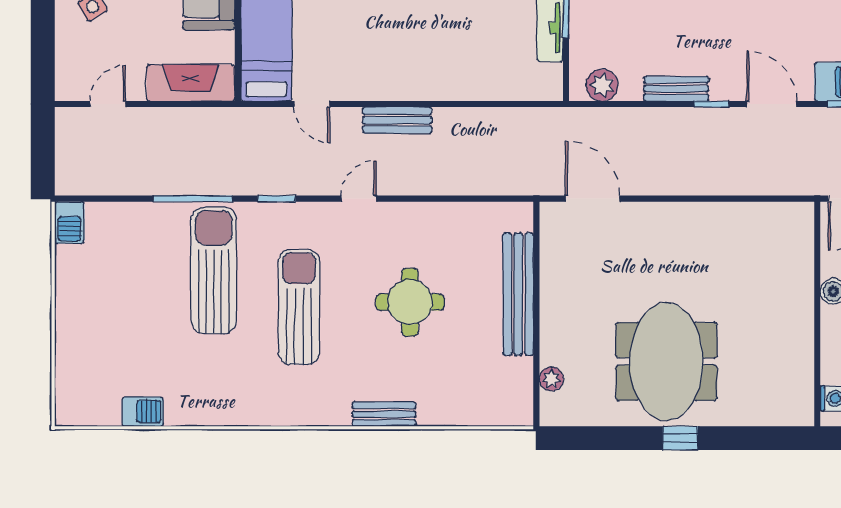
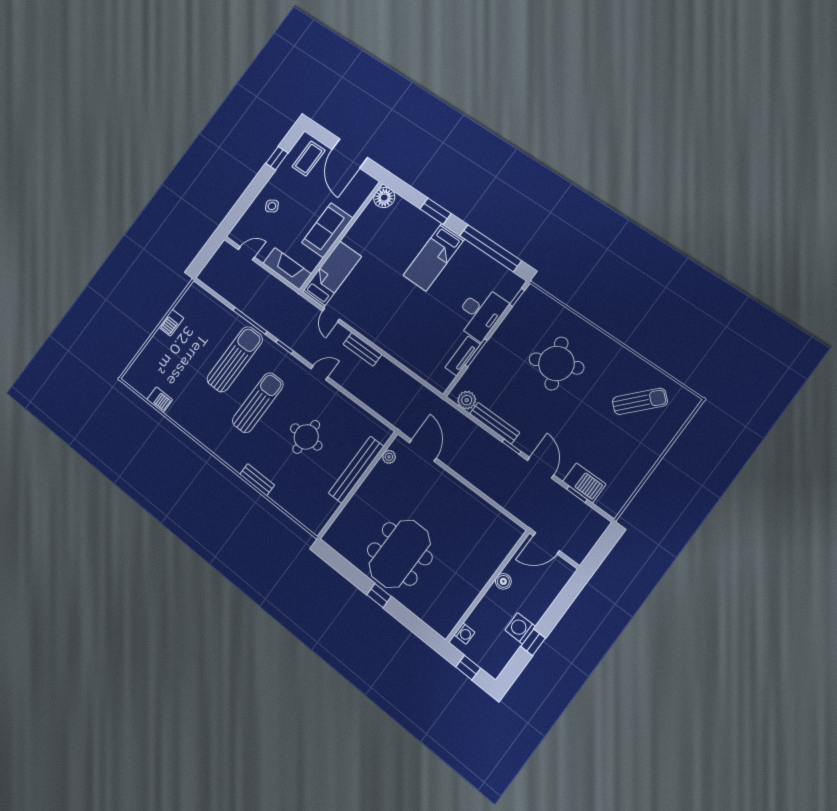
bench: (676, 89) -> (495, 423), width x1.36
barbecue: (69, 223) -> (171, 323), moved
plant: (551, 379) -> (389, 457), moved

